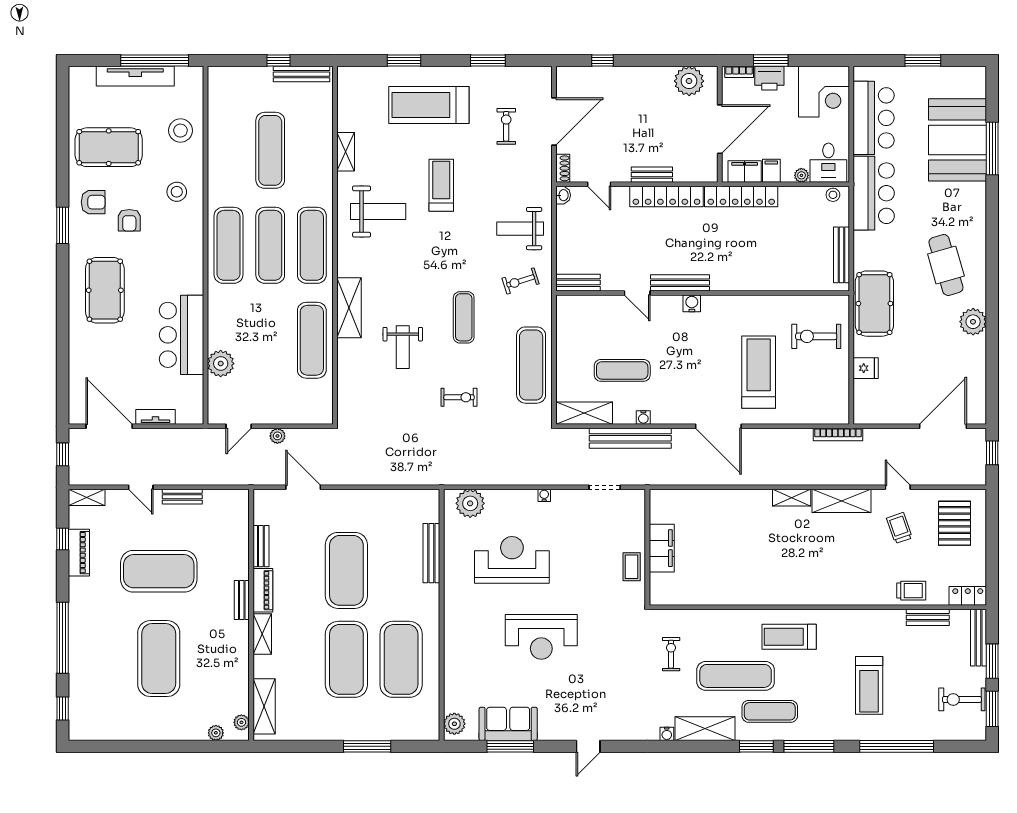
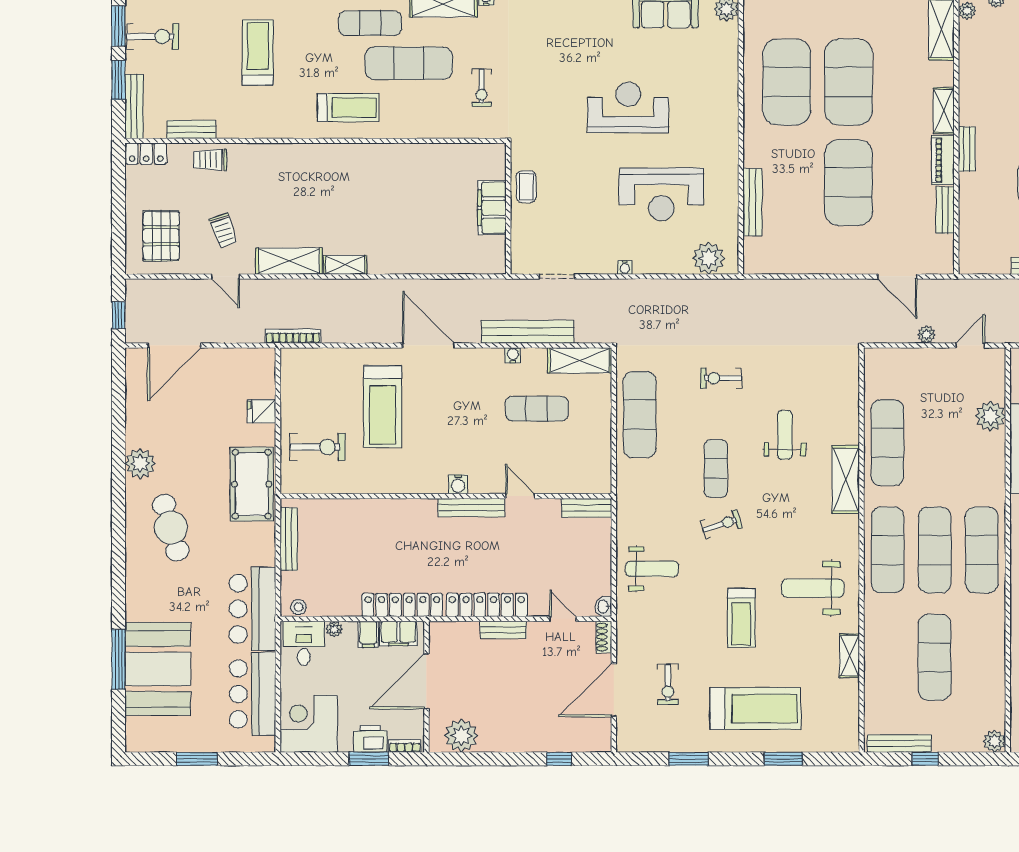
plant: (217, 76) -> (995, 741), added
exercise bike: (521, 281) -> (721, 524), moved

